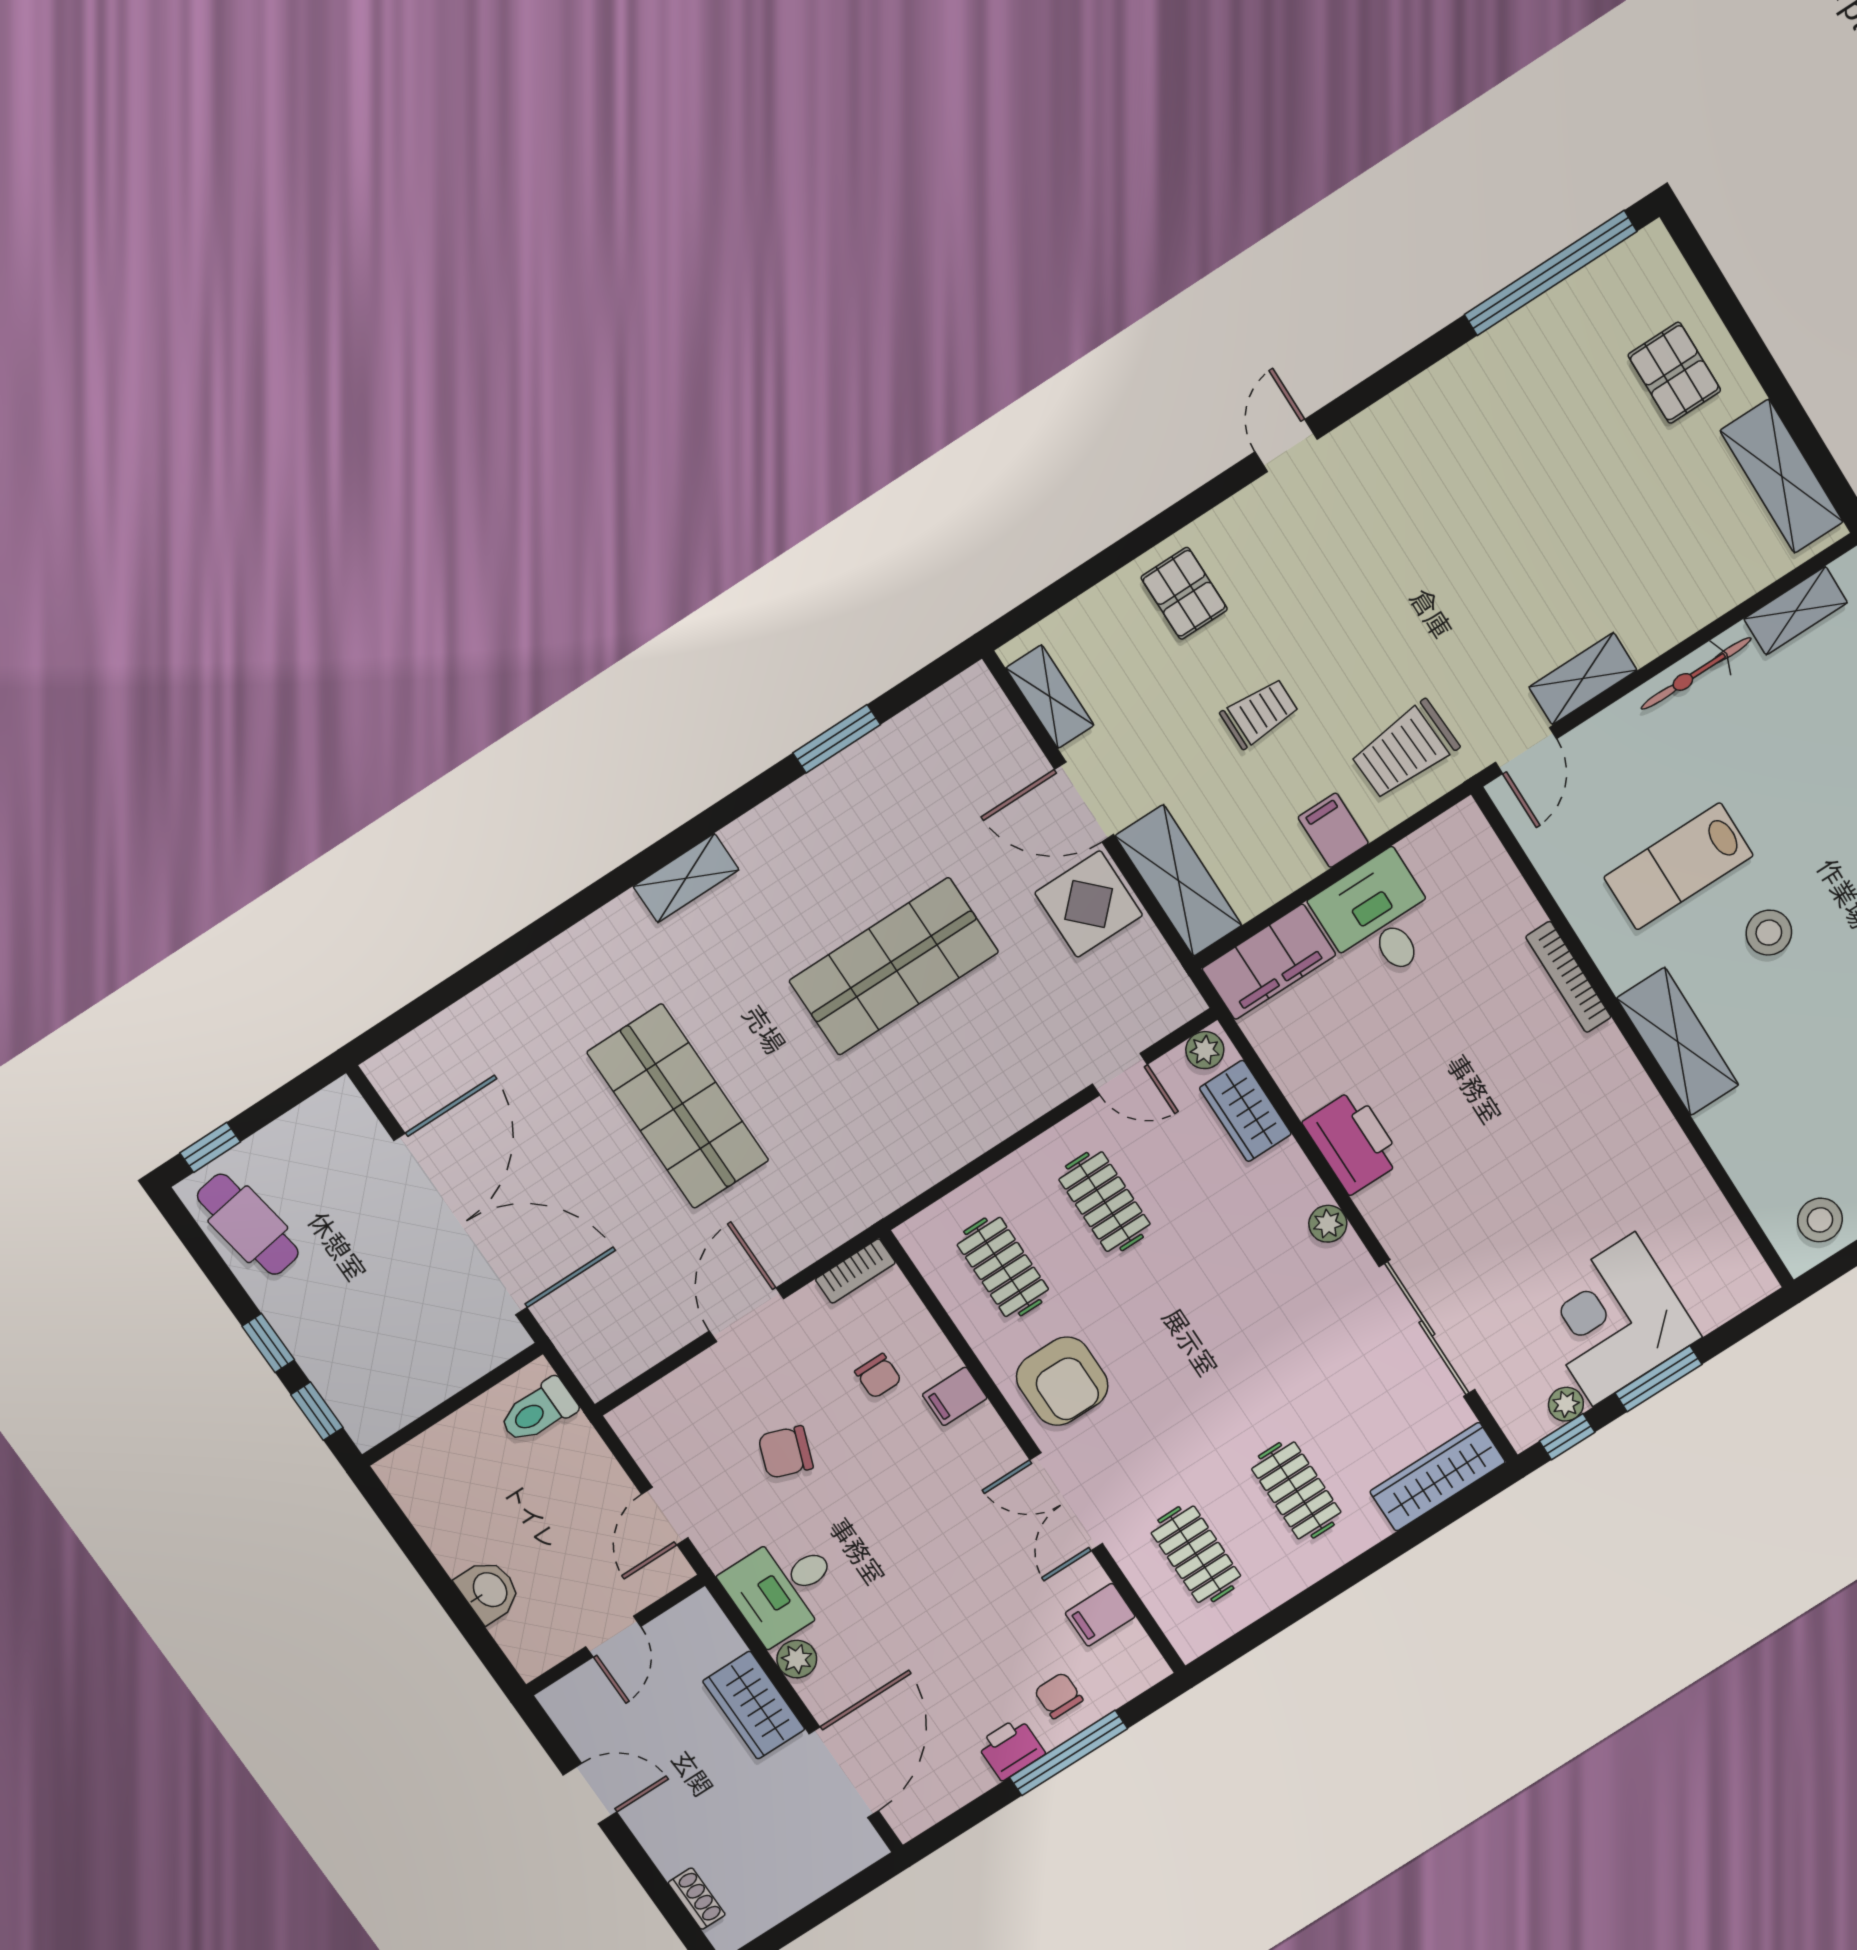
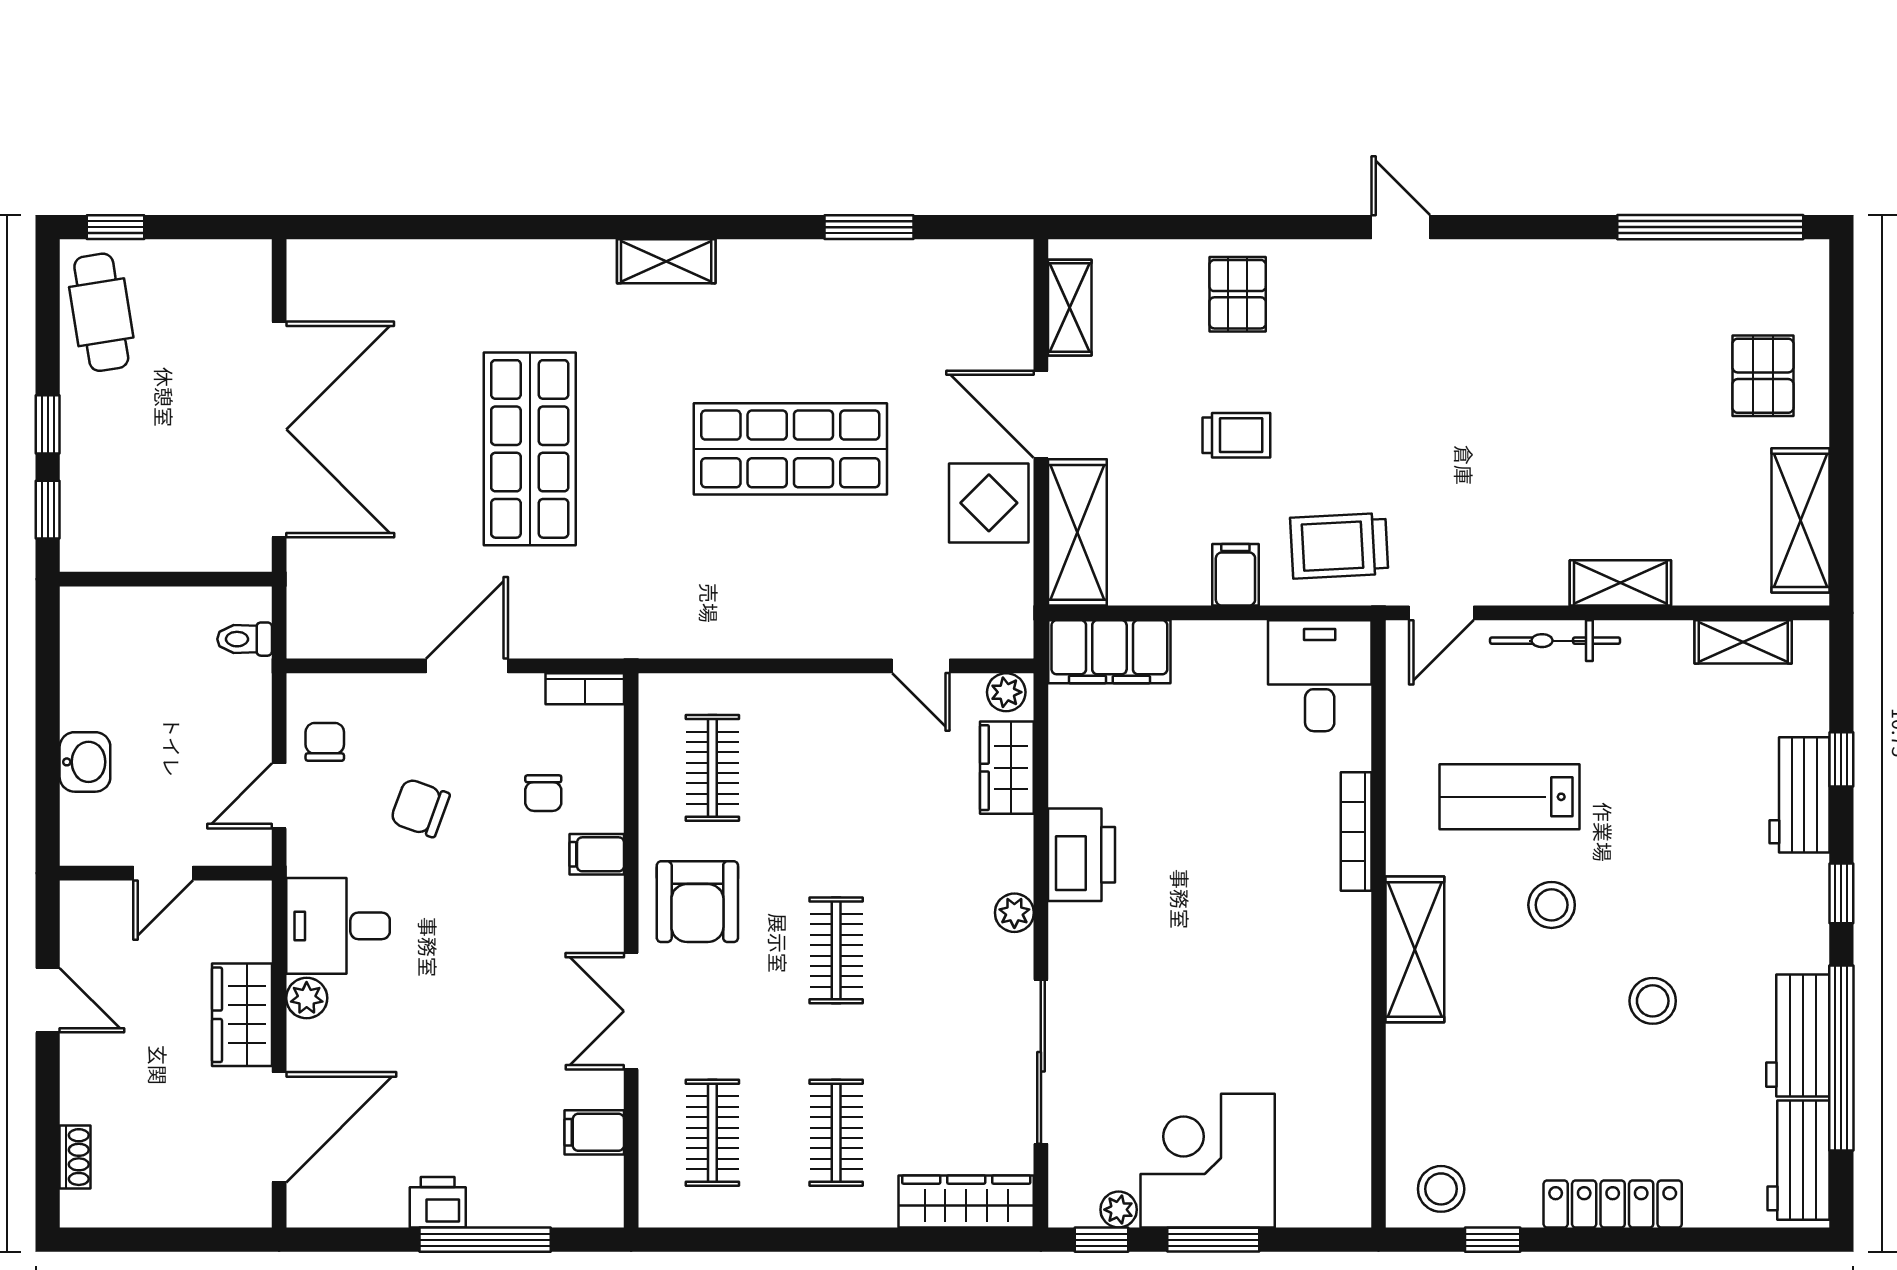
door: (1286, 446) -> (1401, 227), hinge flipped
bicycle: (1696, 673) -> (1555, 641), moved
shelving: (1583, 679) -> (1620, 583), moved
desk: (1379, 919) -> (1320, 676), moved
clothes rail: (1105, 1202) -> (836, 950), moved
toilet: (538, 1411) -> (245, 639), width x0.73, depth x0.72
chair: (1059, 1695) -> (325, 742), moved

